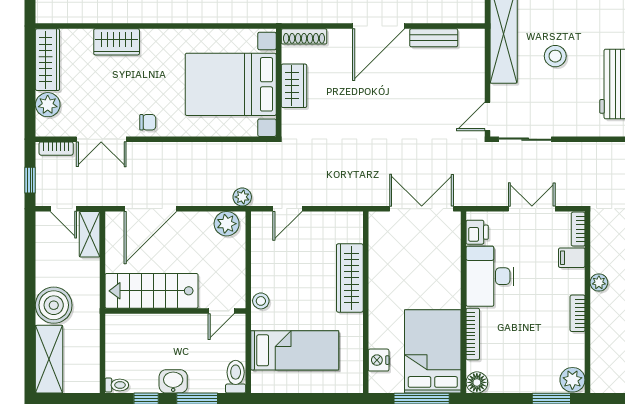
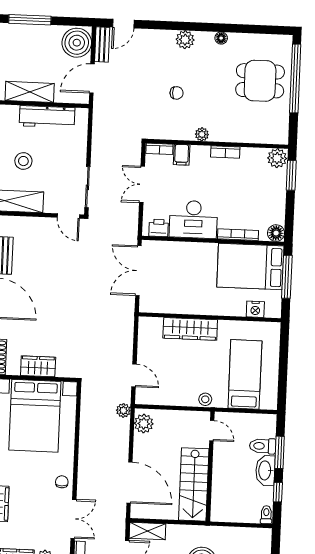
toilet: (236, 377) -> (263, 446), moved
washbasin: (173, 381) -> (265, 470), width x1.38

